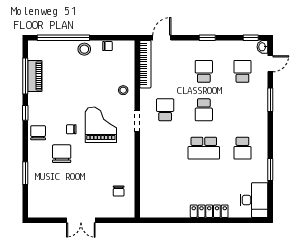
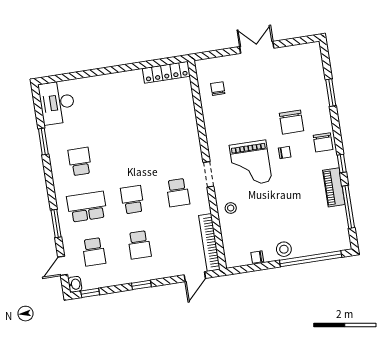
piano: (35, 76) -> (334, 187), moved
school desk: (204, 148) -> (87, 207), moved
locker: (209, 211) -> (166, 72), moved

